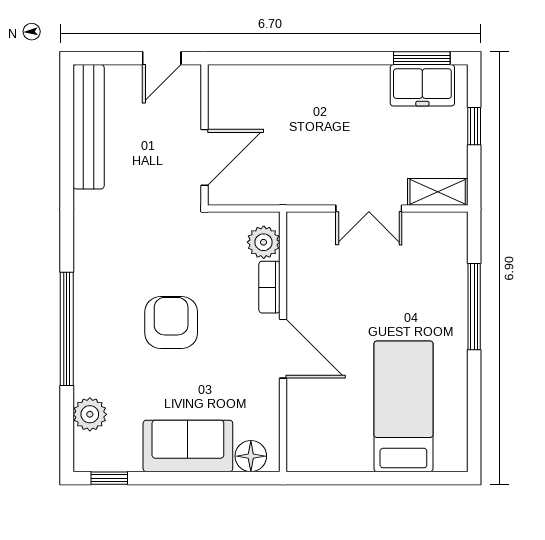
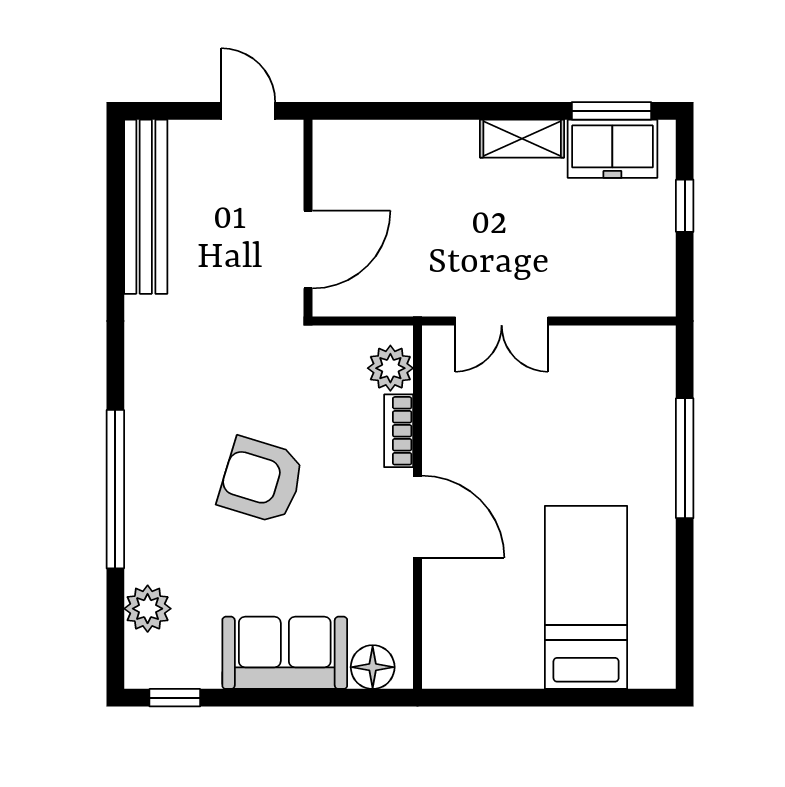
door: (162, 58) -> (248, 111), swing flipped
shelving: (438, 192) -> (522, 139), moved
double door: (369, 209) -> (502, 321), moved
armchair: (171, 322) -> (261, 480), turned -73

